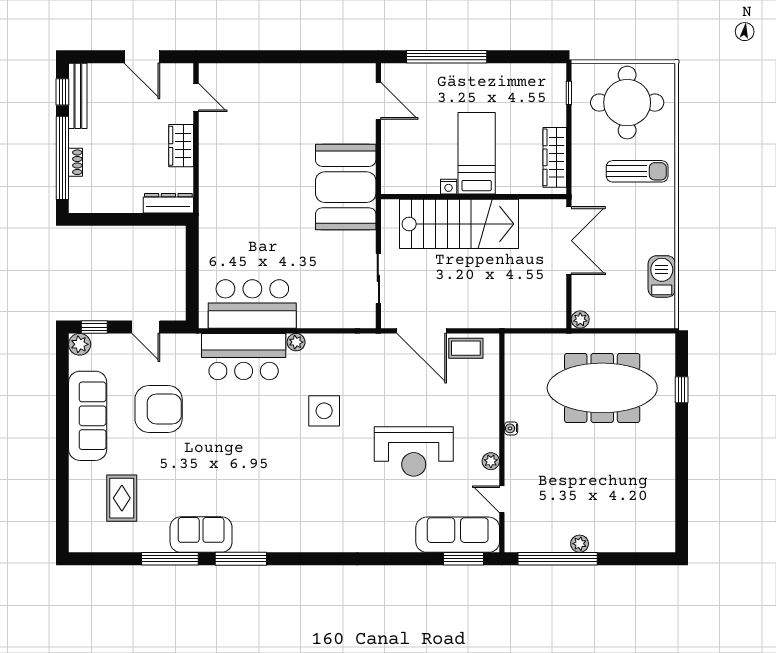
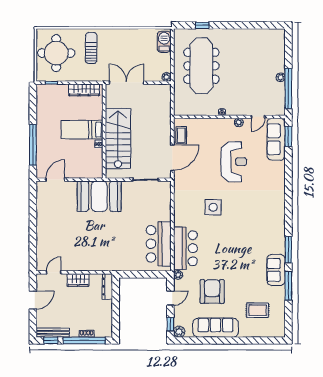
barbecue: (662, 276) -> (164, 42), moved, turned 90
plant: (296, 342) -> (178, 275), moved

